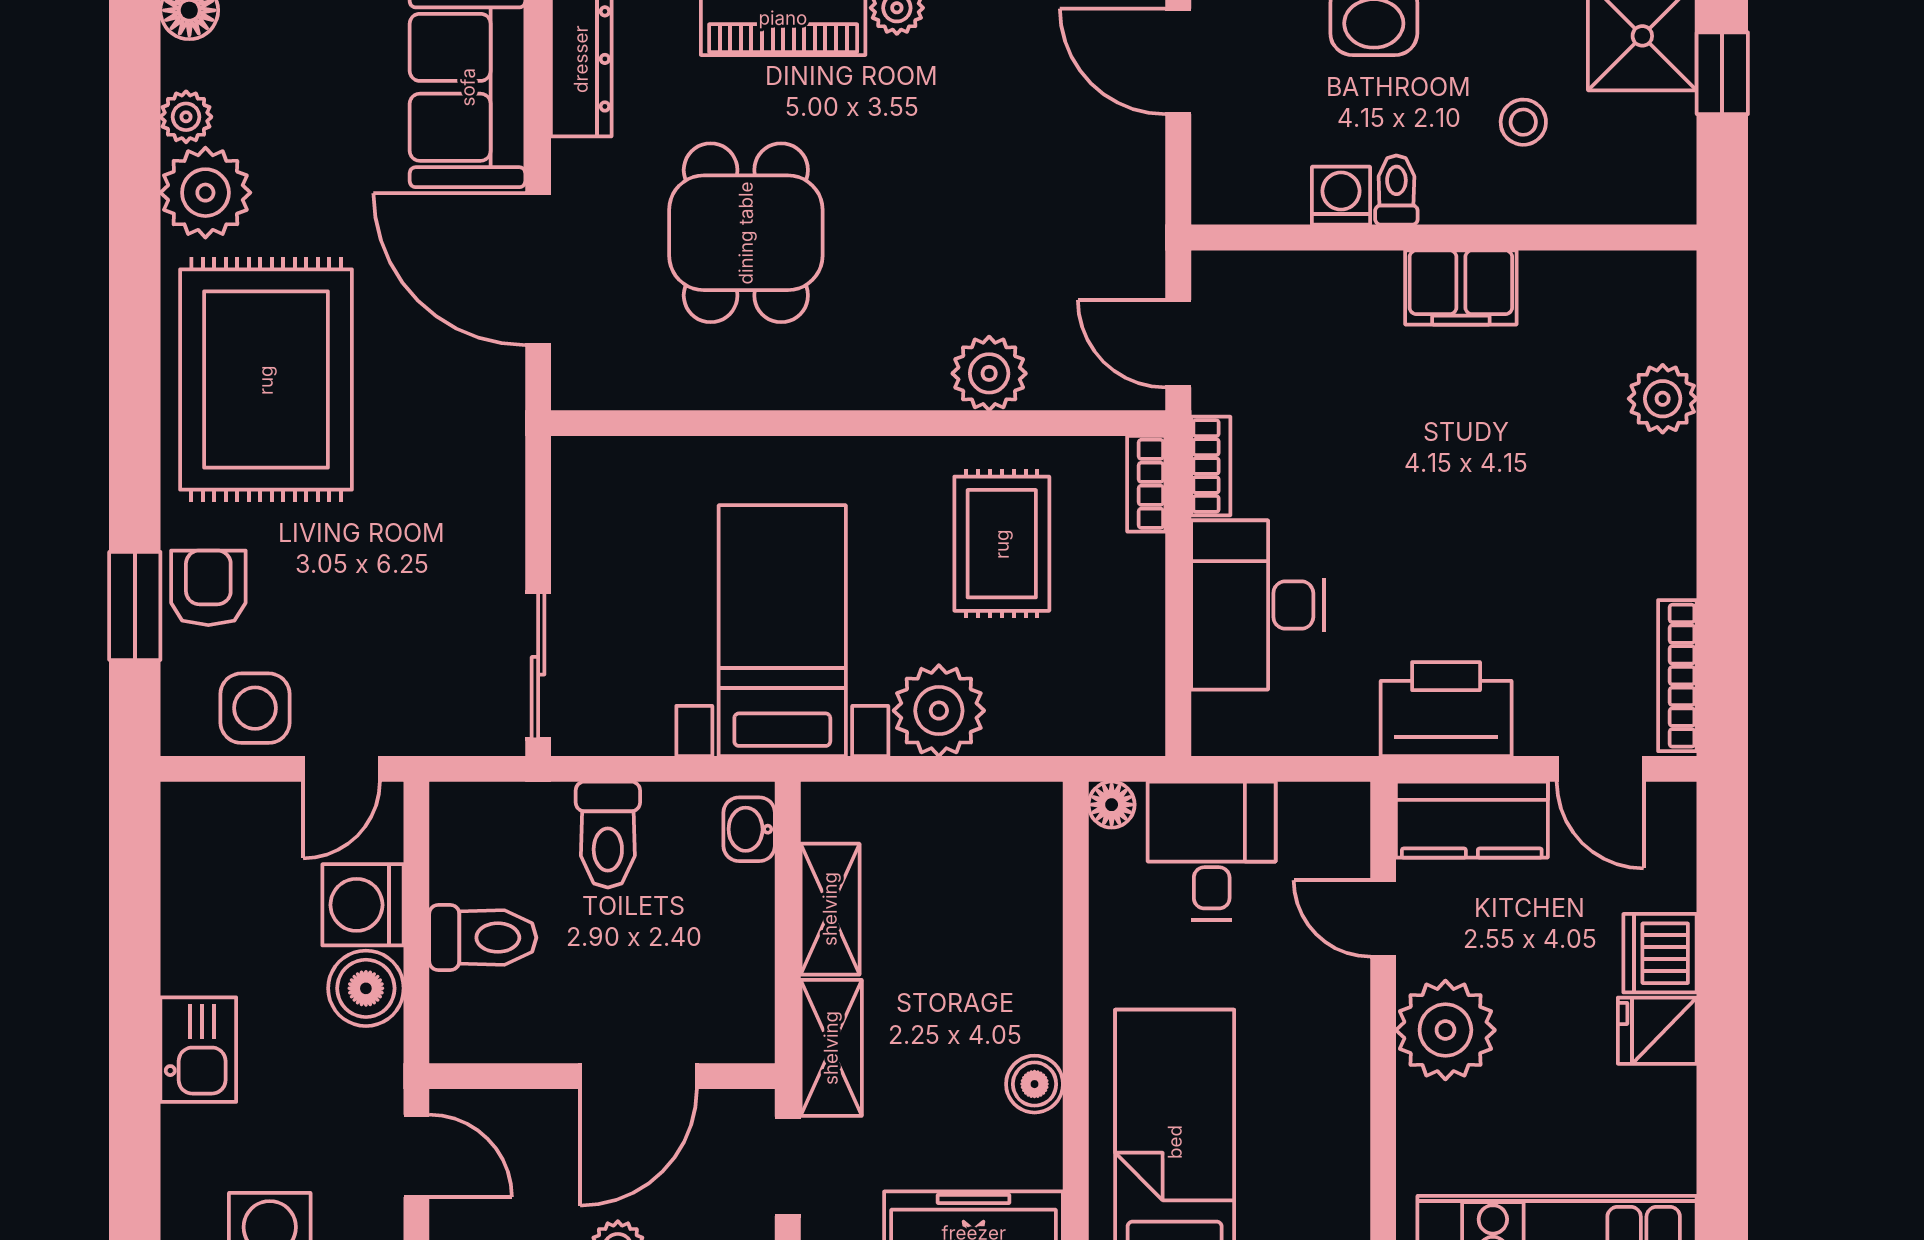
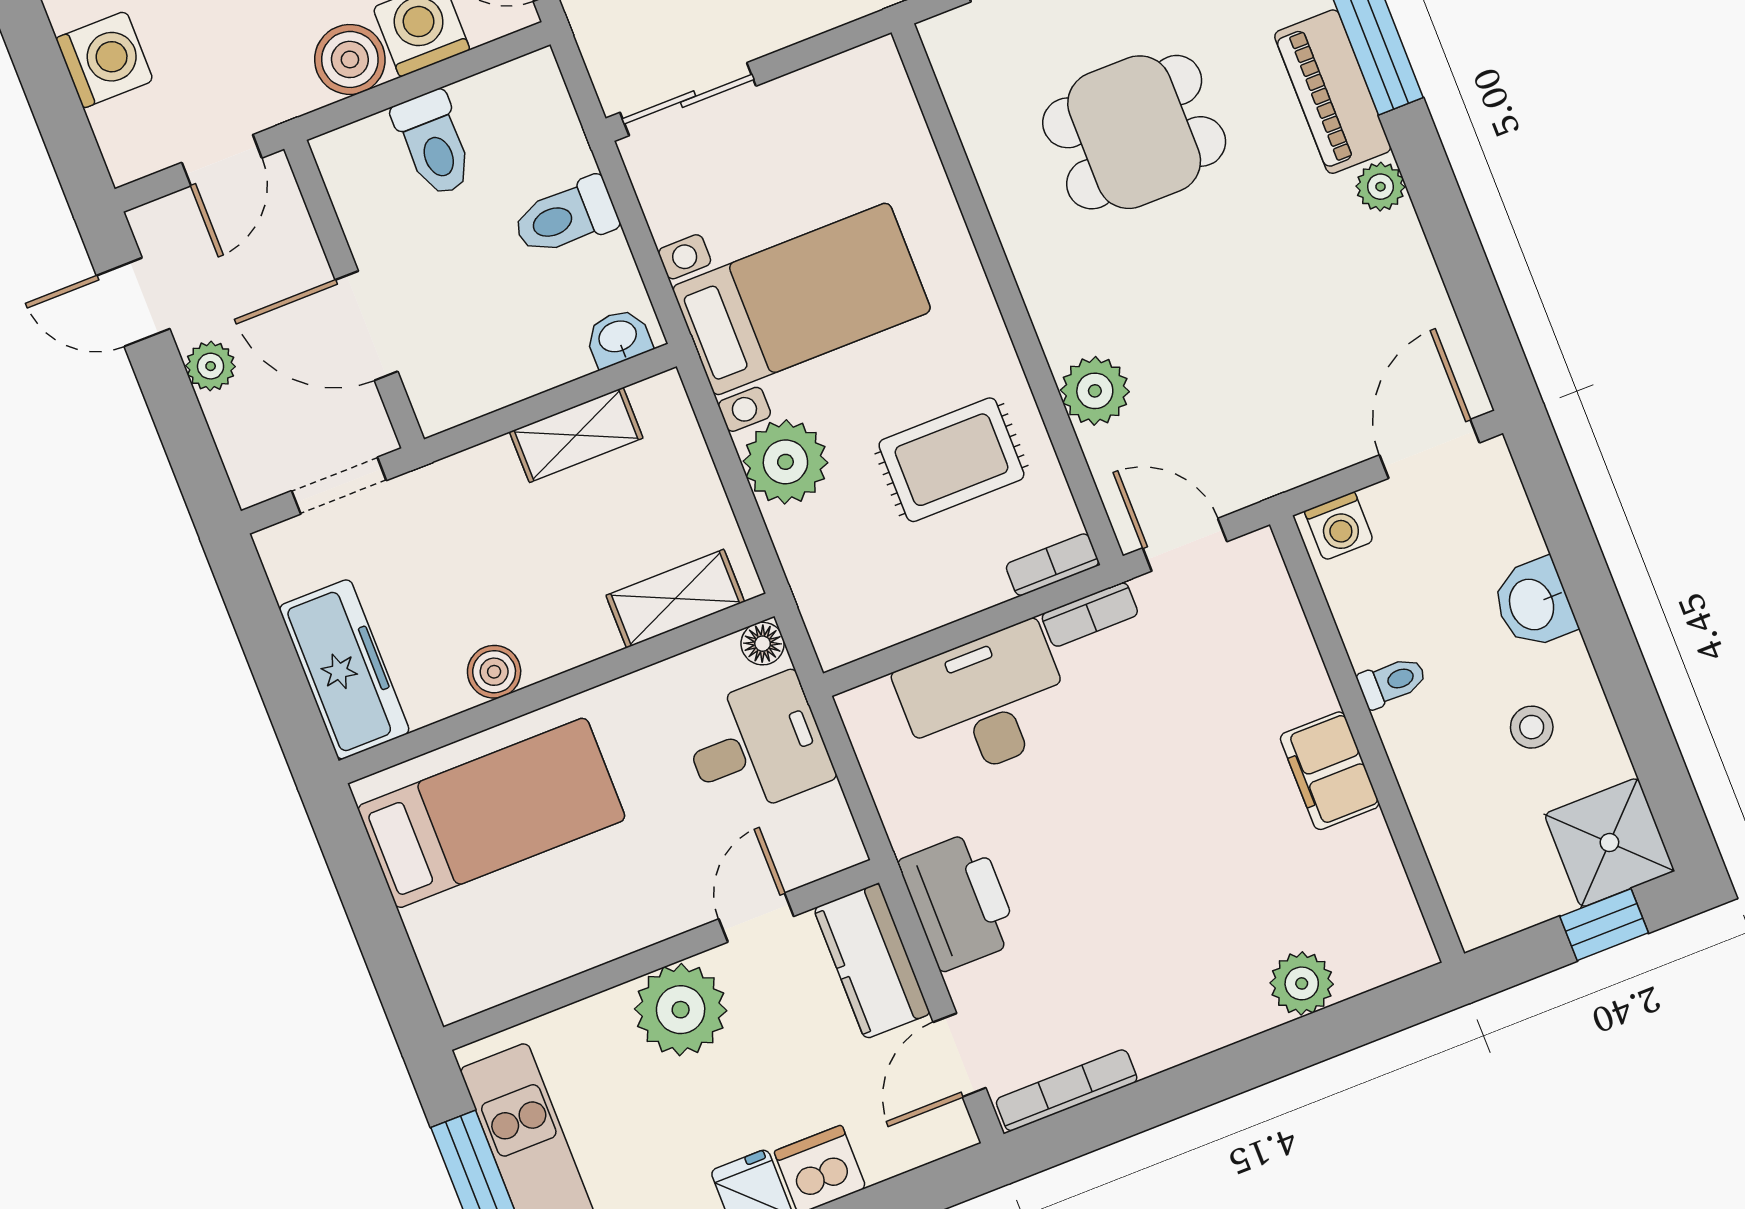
stool: (1523, 122) -> (1532, 727), moved
washing machine: (1341, 196) -> (1339, 526), moved, turned 90
door: (1178, 344) -> (1185, 545), hinge flipped
shelving: (831, 1048) -> (675, 599), moved

